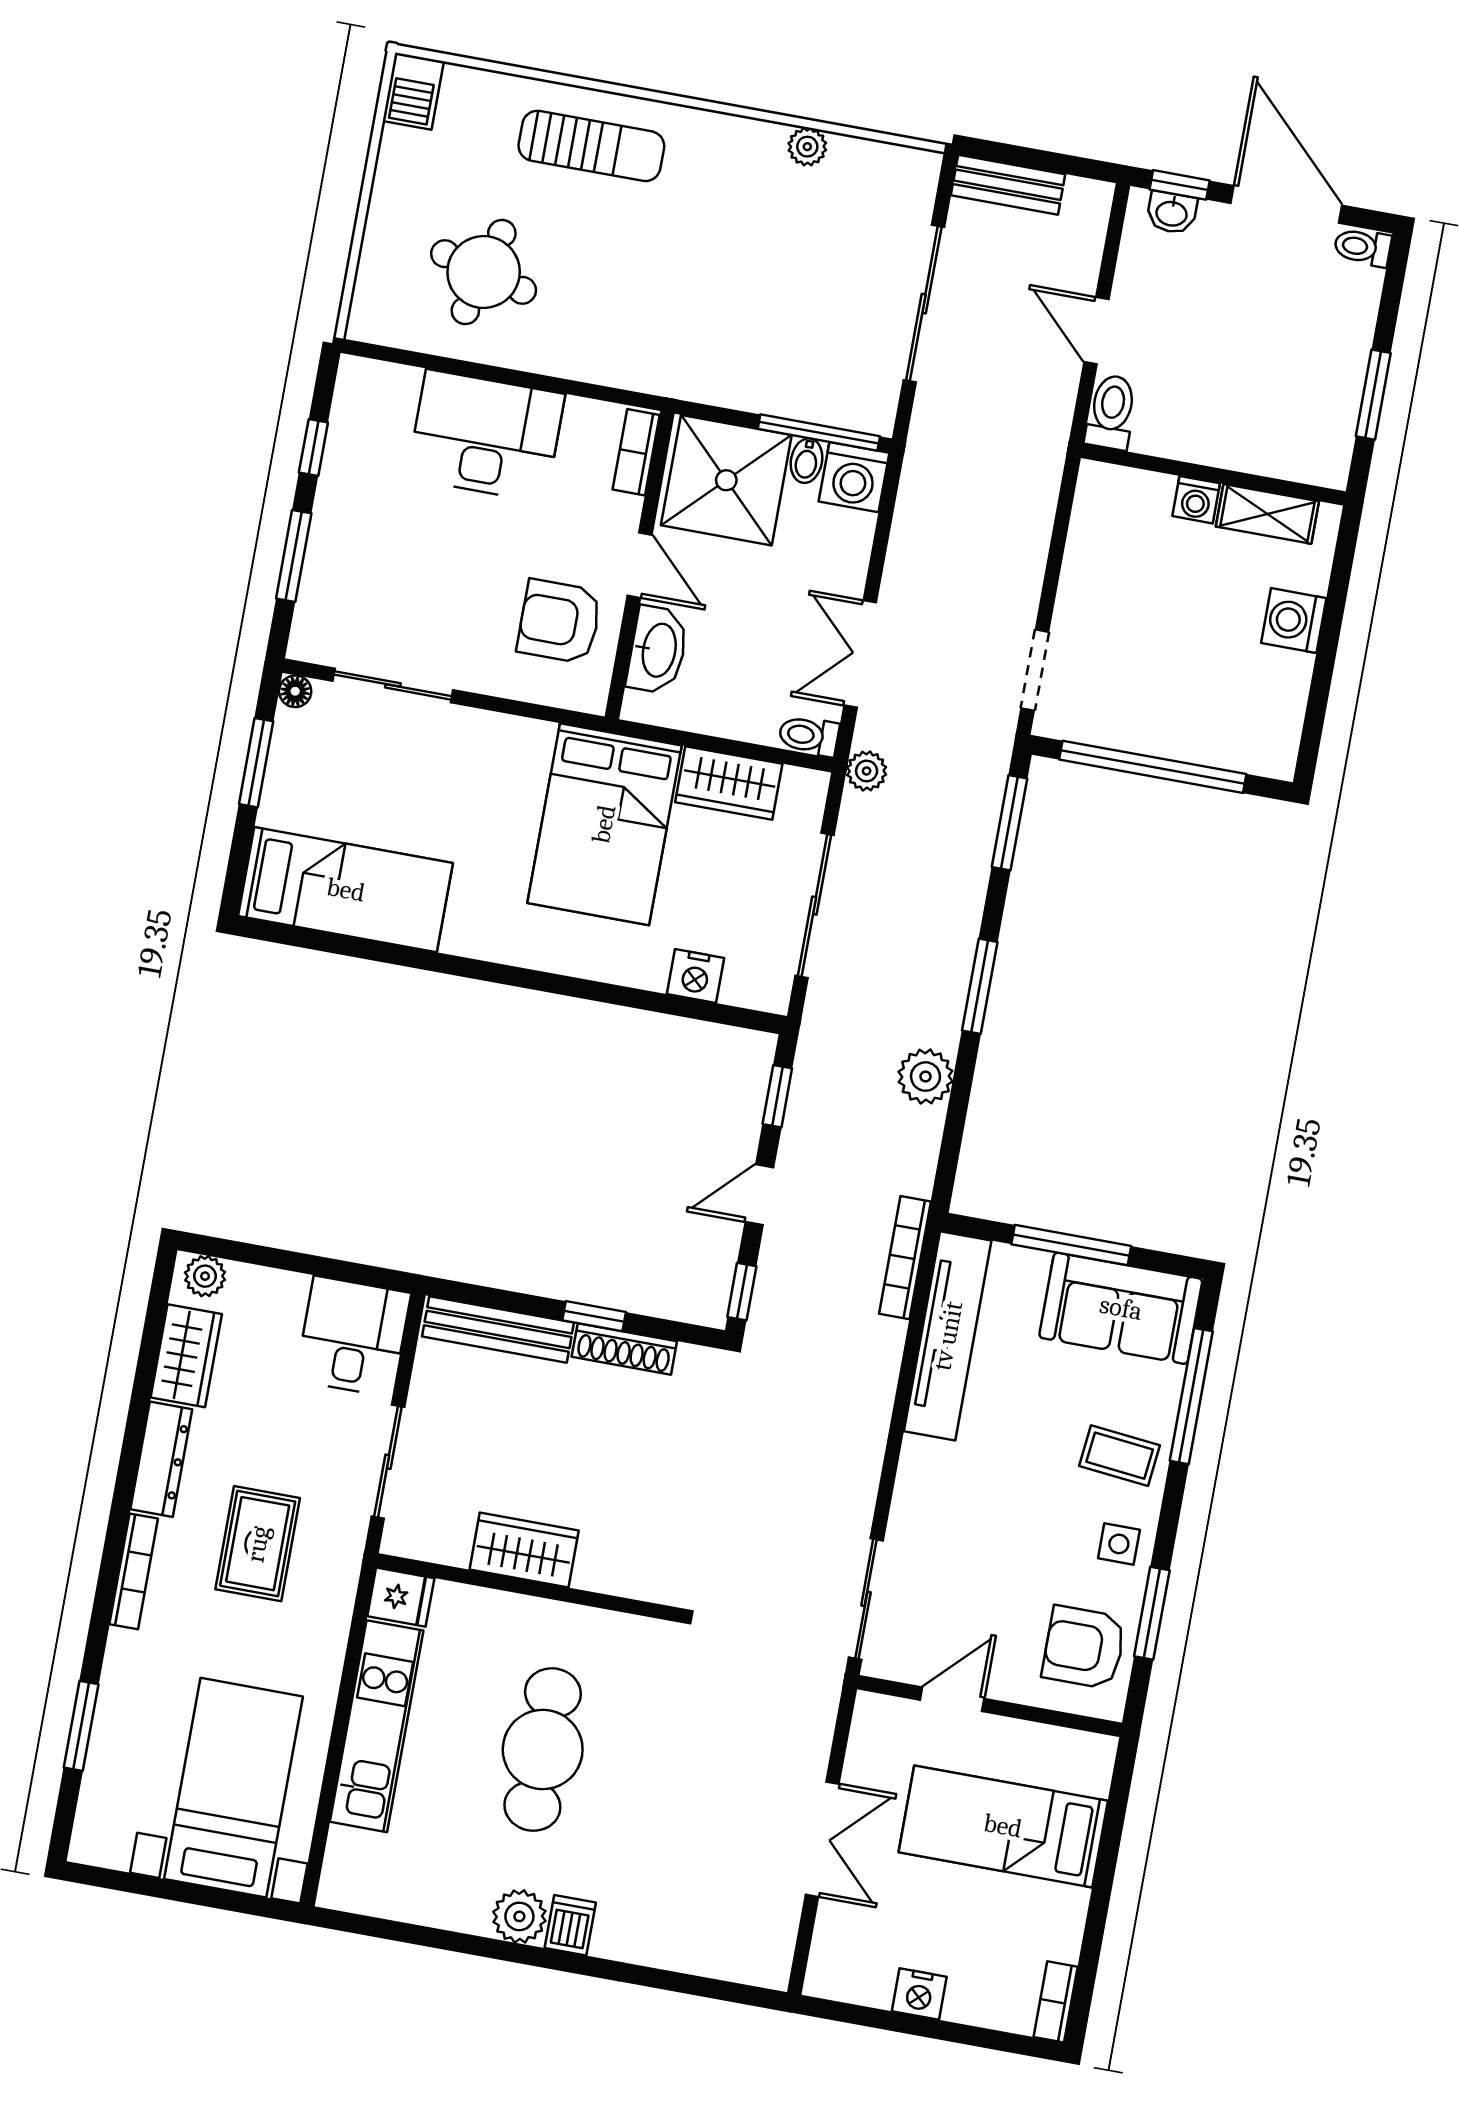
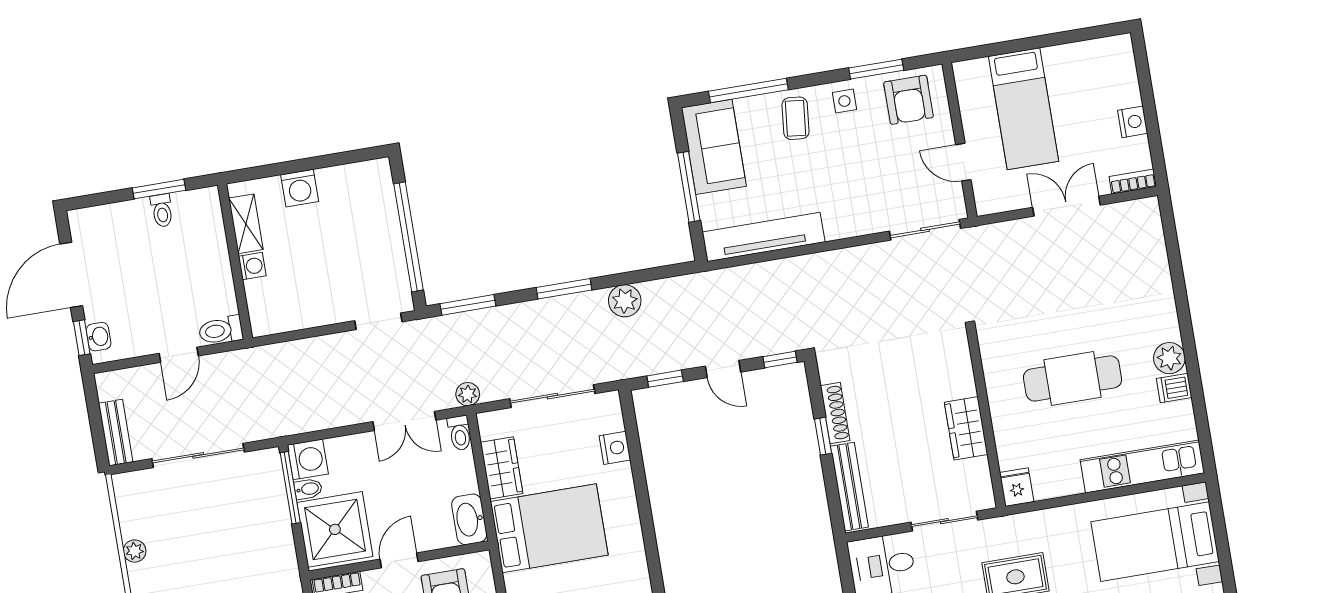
toilet: (1363, 247) -> (162, 211), moved
washbasin: (658, 650) -> (469, 519), moved, turned -90
bookcase: (905, 1258) -> (729, 276), removed
kitchen unit: (377, 1726) -> (1142, 466), moved
dishwasher: (570, 1925) -> (1174, 388), moved
bookcase: (1056, 2002) -> (1133, 182), moved, turned 180

